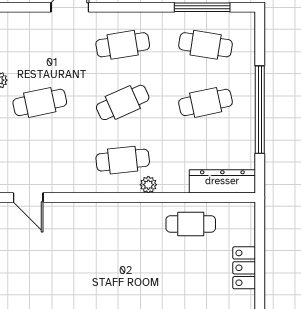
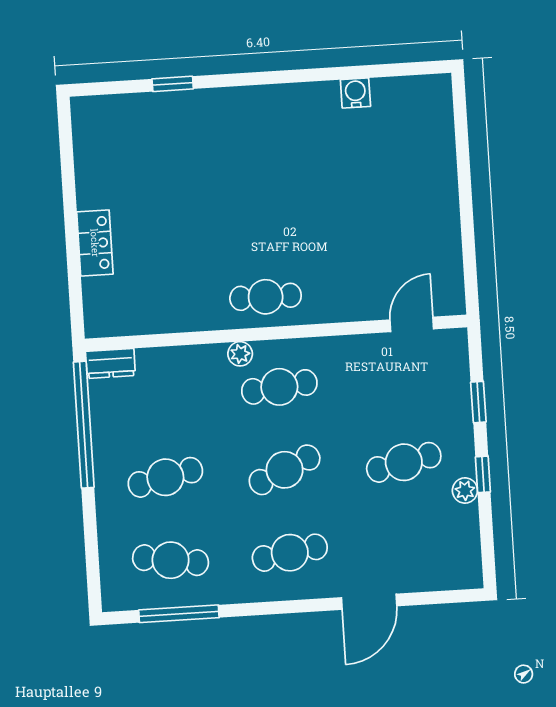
window: (260, 110) -> (84, 425), moved
dresser: (222, 181) -> (110, 363), width x0.51, depth x0.80
door: (28, 198) -> (412, 324), hinge flipped
cafe table: (191, 224) -> (266, 297), moved

